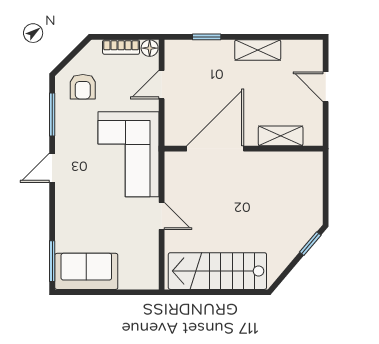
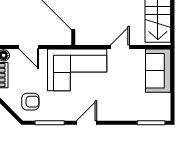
door: (52, 168) -> (86, 123), swing flipped
sofa: (86, 271) -> (158, 71), moved

